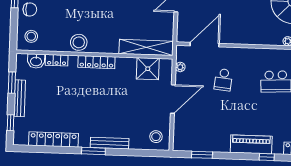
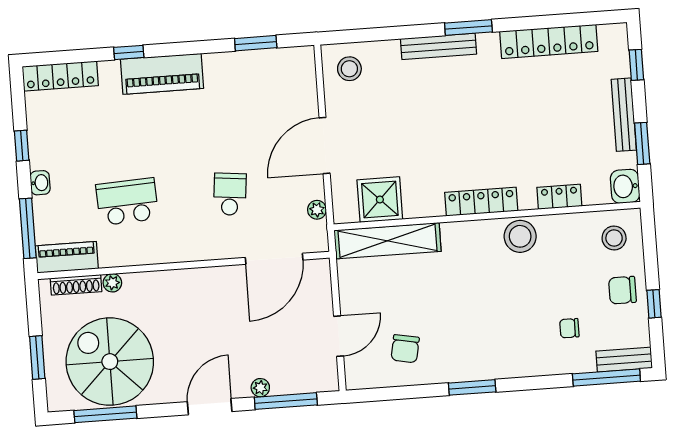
washbasin: (36, 61) -> (625, 186), moved, turned -90

